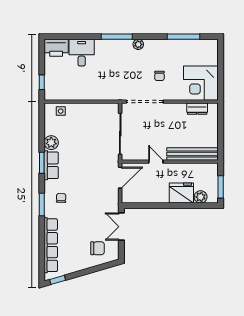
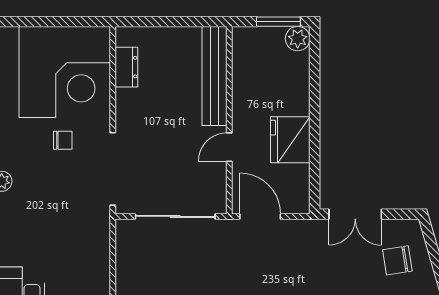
corner desk: (201, 83) -> (65, 72), width x1.36, depth x1.36
fridge: (181, 193) -> (290, 140), moved
plant: (201, 197) -> (298, 39), moved
chair: (98, 248) -> (397, 260), turned -99

